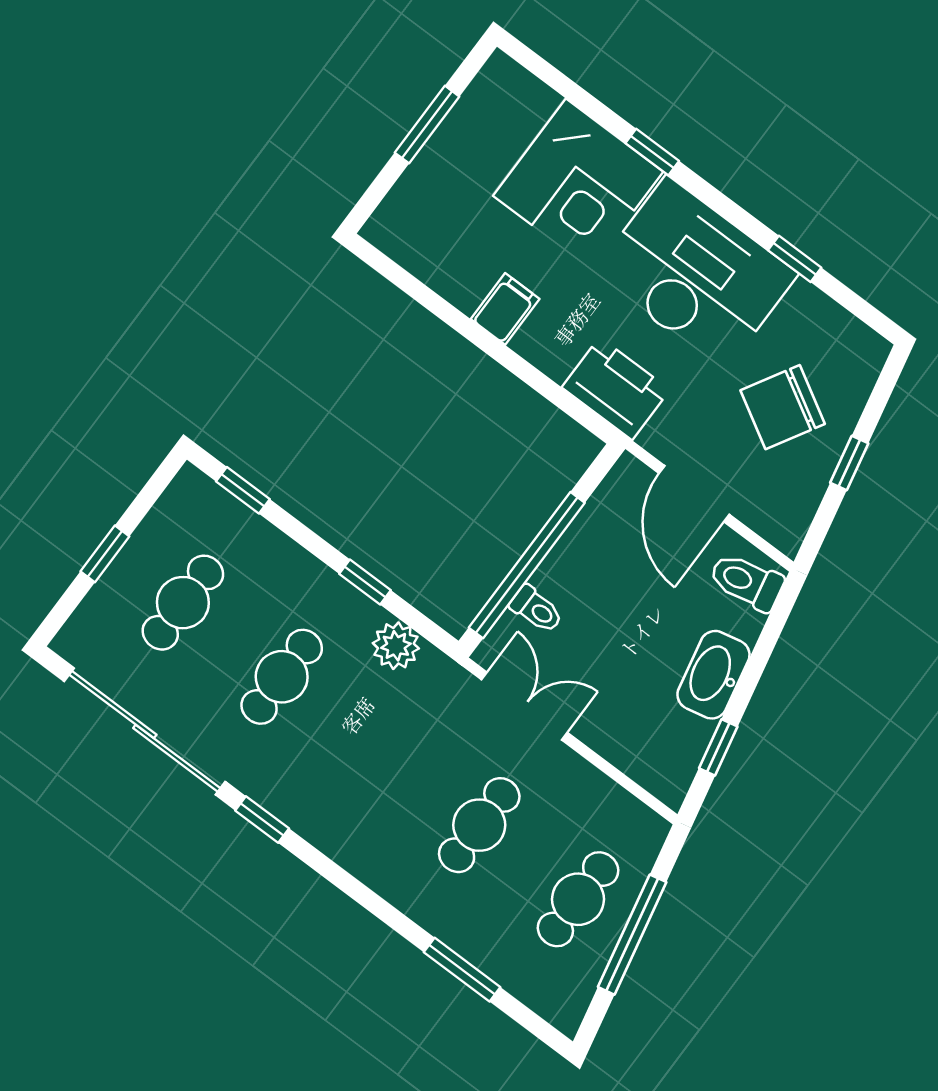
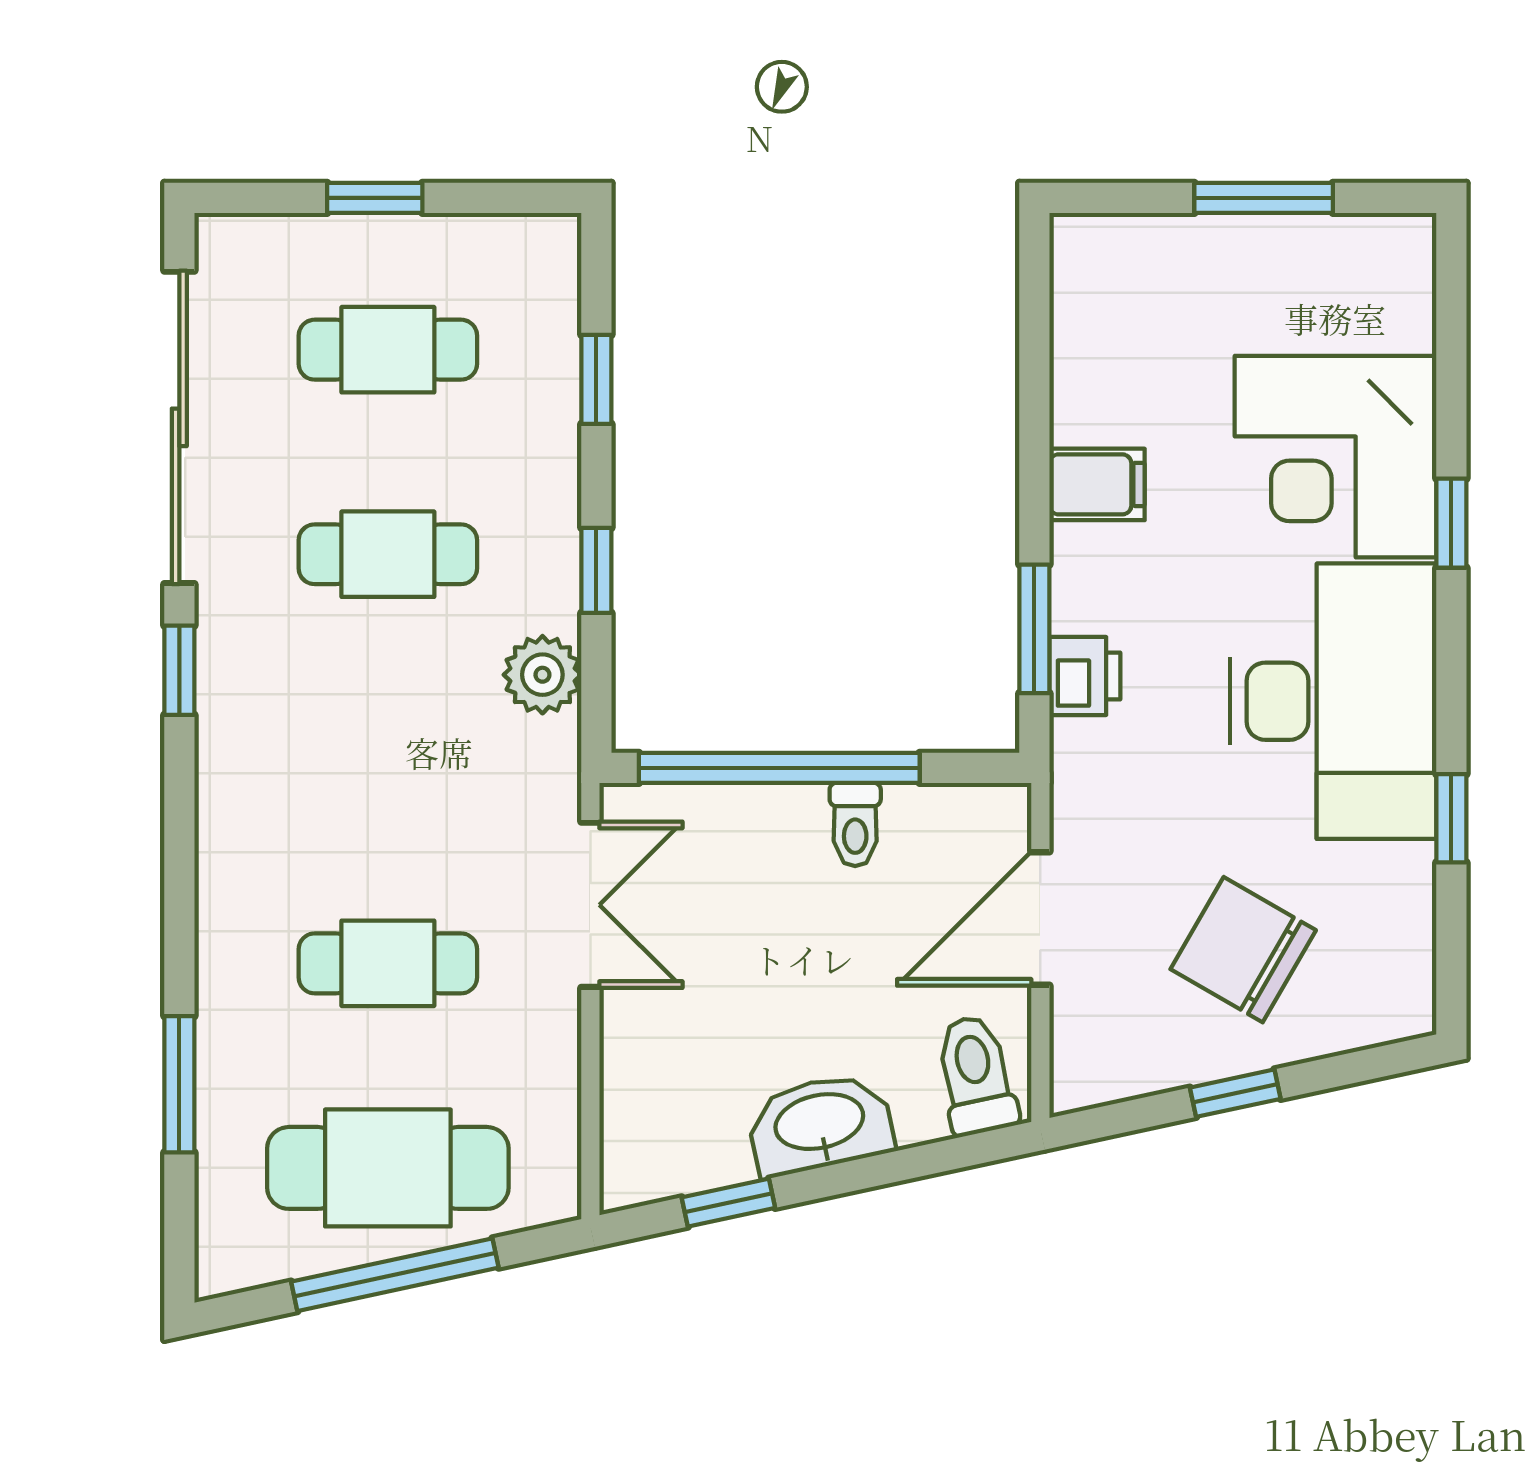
printer: (616, 388) -> (1085, 676), width x0.53, depth x0.68
window: (552, 392) -> (1034, 629), added
window: (243, 490) -> (596, 379), moved
toilet: (536, 609) -> (855, 824), moved
cafe table: (578, 899) -> (388, 1168), width x1.37, depth x1.35

